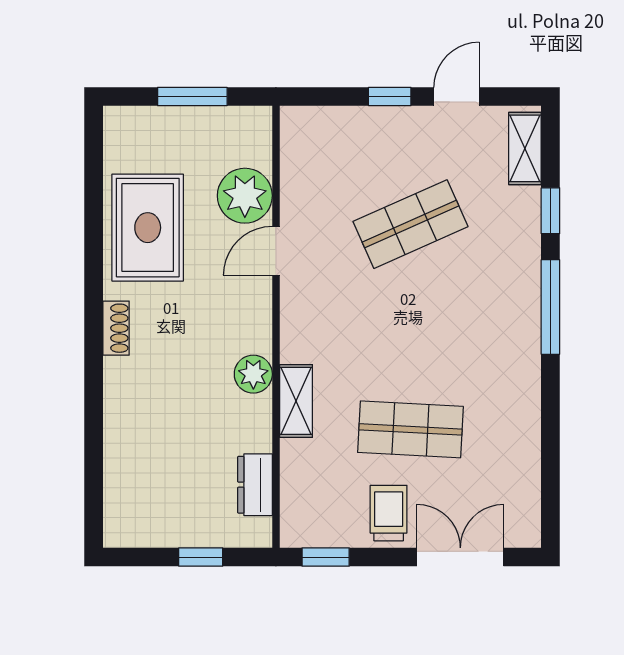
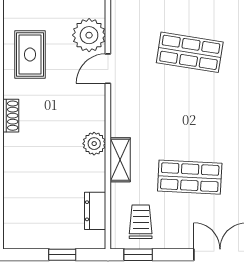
shop shelf: (410, 224) -> (190, 52), turned 33
rug: (148, 228) -> (30, 55), width x0.73, depth x0.70
trolley: (389, 513) -> (141, 222), moved

